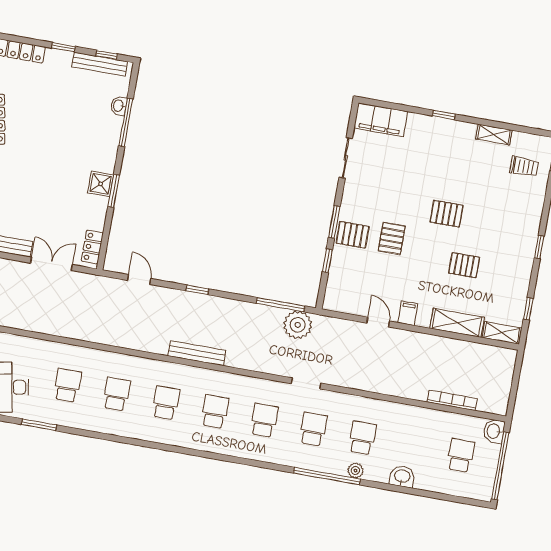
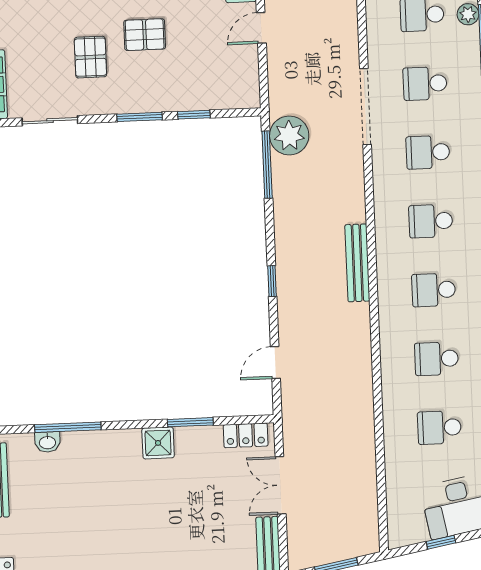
window: (114, 191) -> (190, 422), moved
pallet: (353, 235) -> (90, 57), moved
doorway: (306, 383) -> (365, 107), width x1.88

